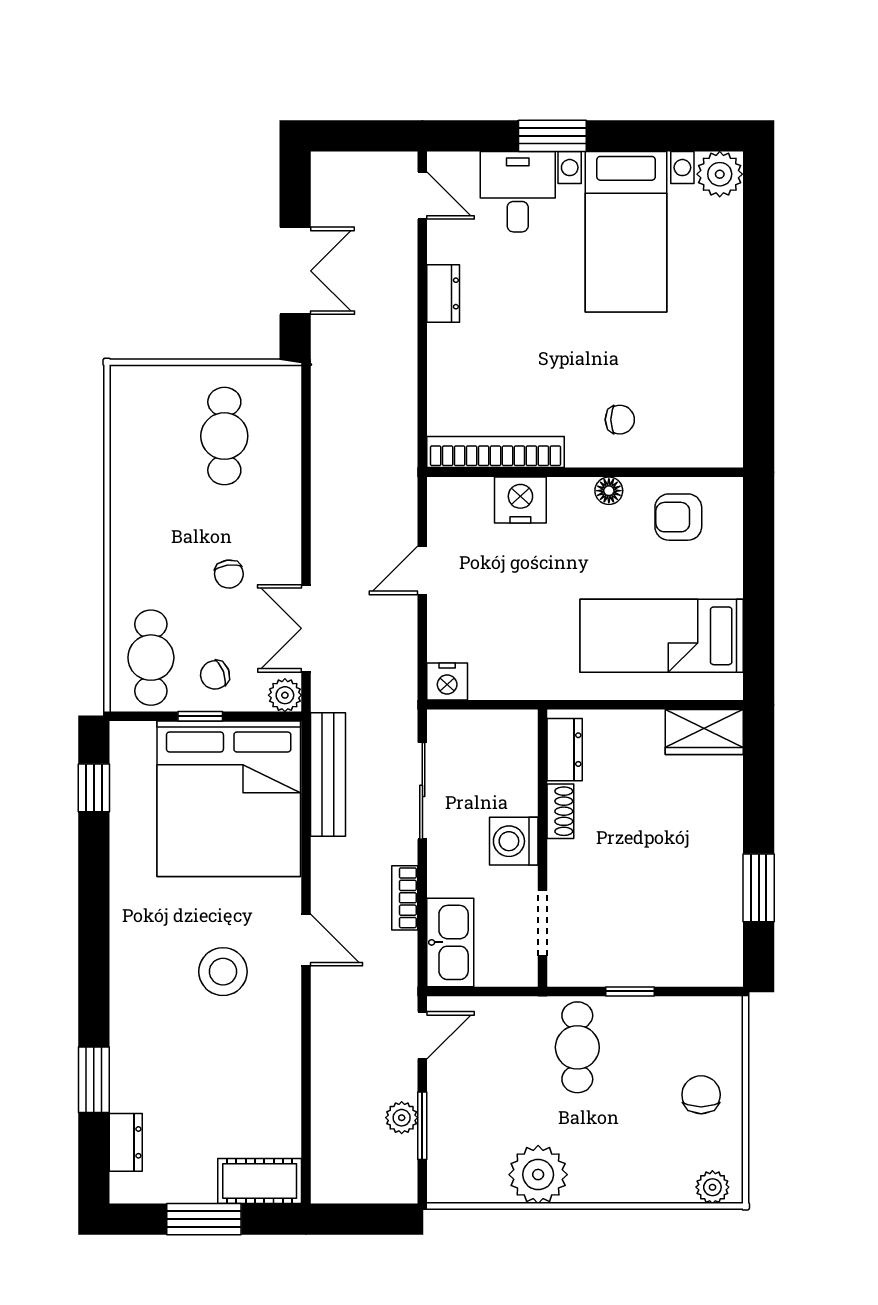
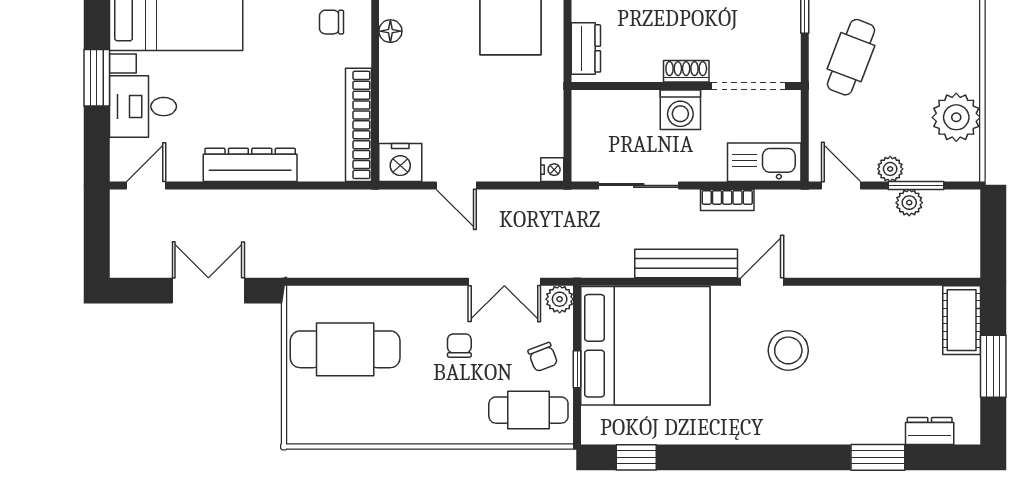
dresser: (443, 293) -> (250, 165), width x1.96, depth x1.24
chair: (620, 420) -> (332, 22), turned -90
cafe table: (224, 436) -> (345, 349), width x1.37, depth x1.35
nightstand: (520, 500) -> (400, 163), moved, turned -90
chair: (229, 574) -> (459, 346), turned -82
nightstand: (447, 682) -> (552, 170), width x0.72, depth x0.74
dresser: (565, 750) -> (586, 48), moved, turned 90
bench: (328, 774) -> (686, 263), moved
shoe rack: (560, 811) -> (686, 71), moved
doorway: (542, 923) -> (748, 86), width x1.38
cafe table: (577, 1047) -> (851, 57), turned -69
plant: (442, 1095) -> (890, 169), added
plant: (538, 1175) -> (956, 117), moved

